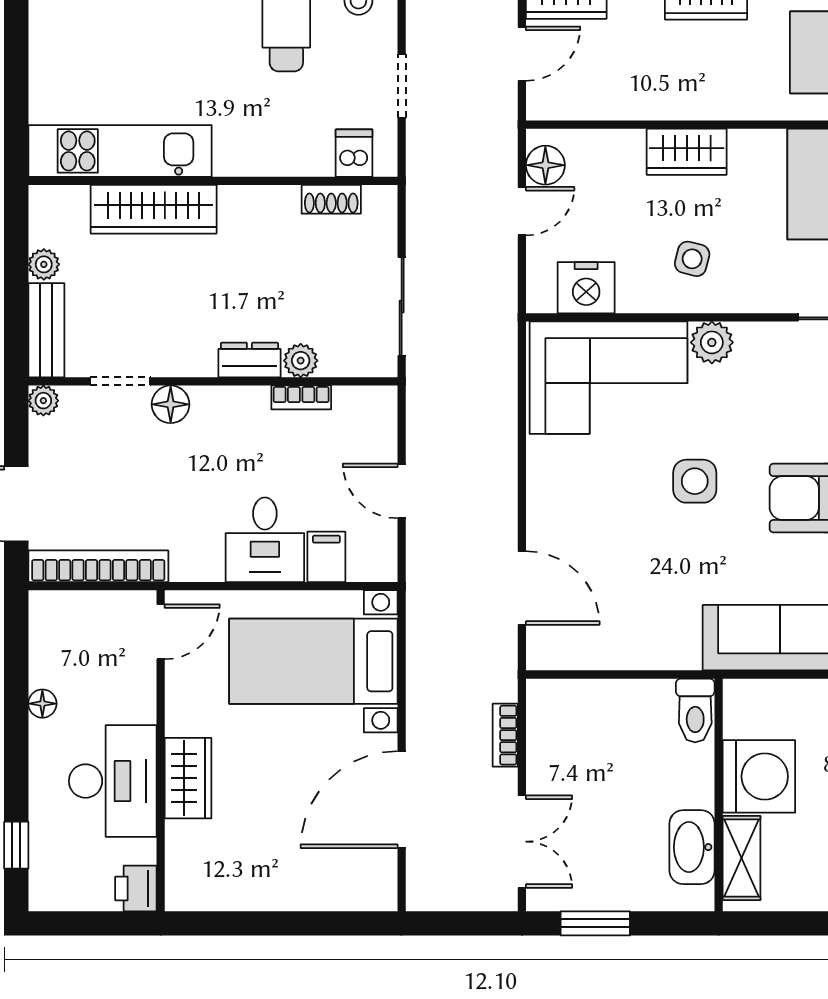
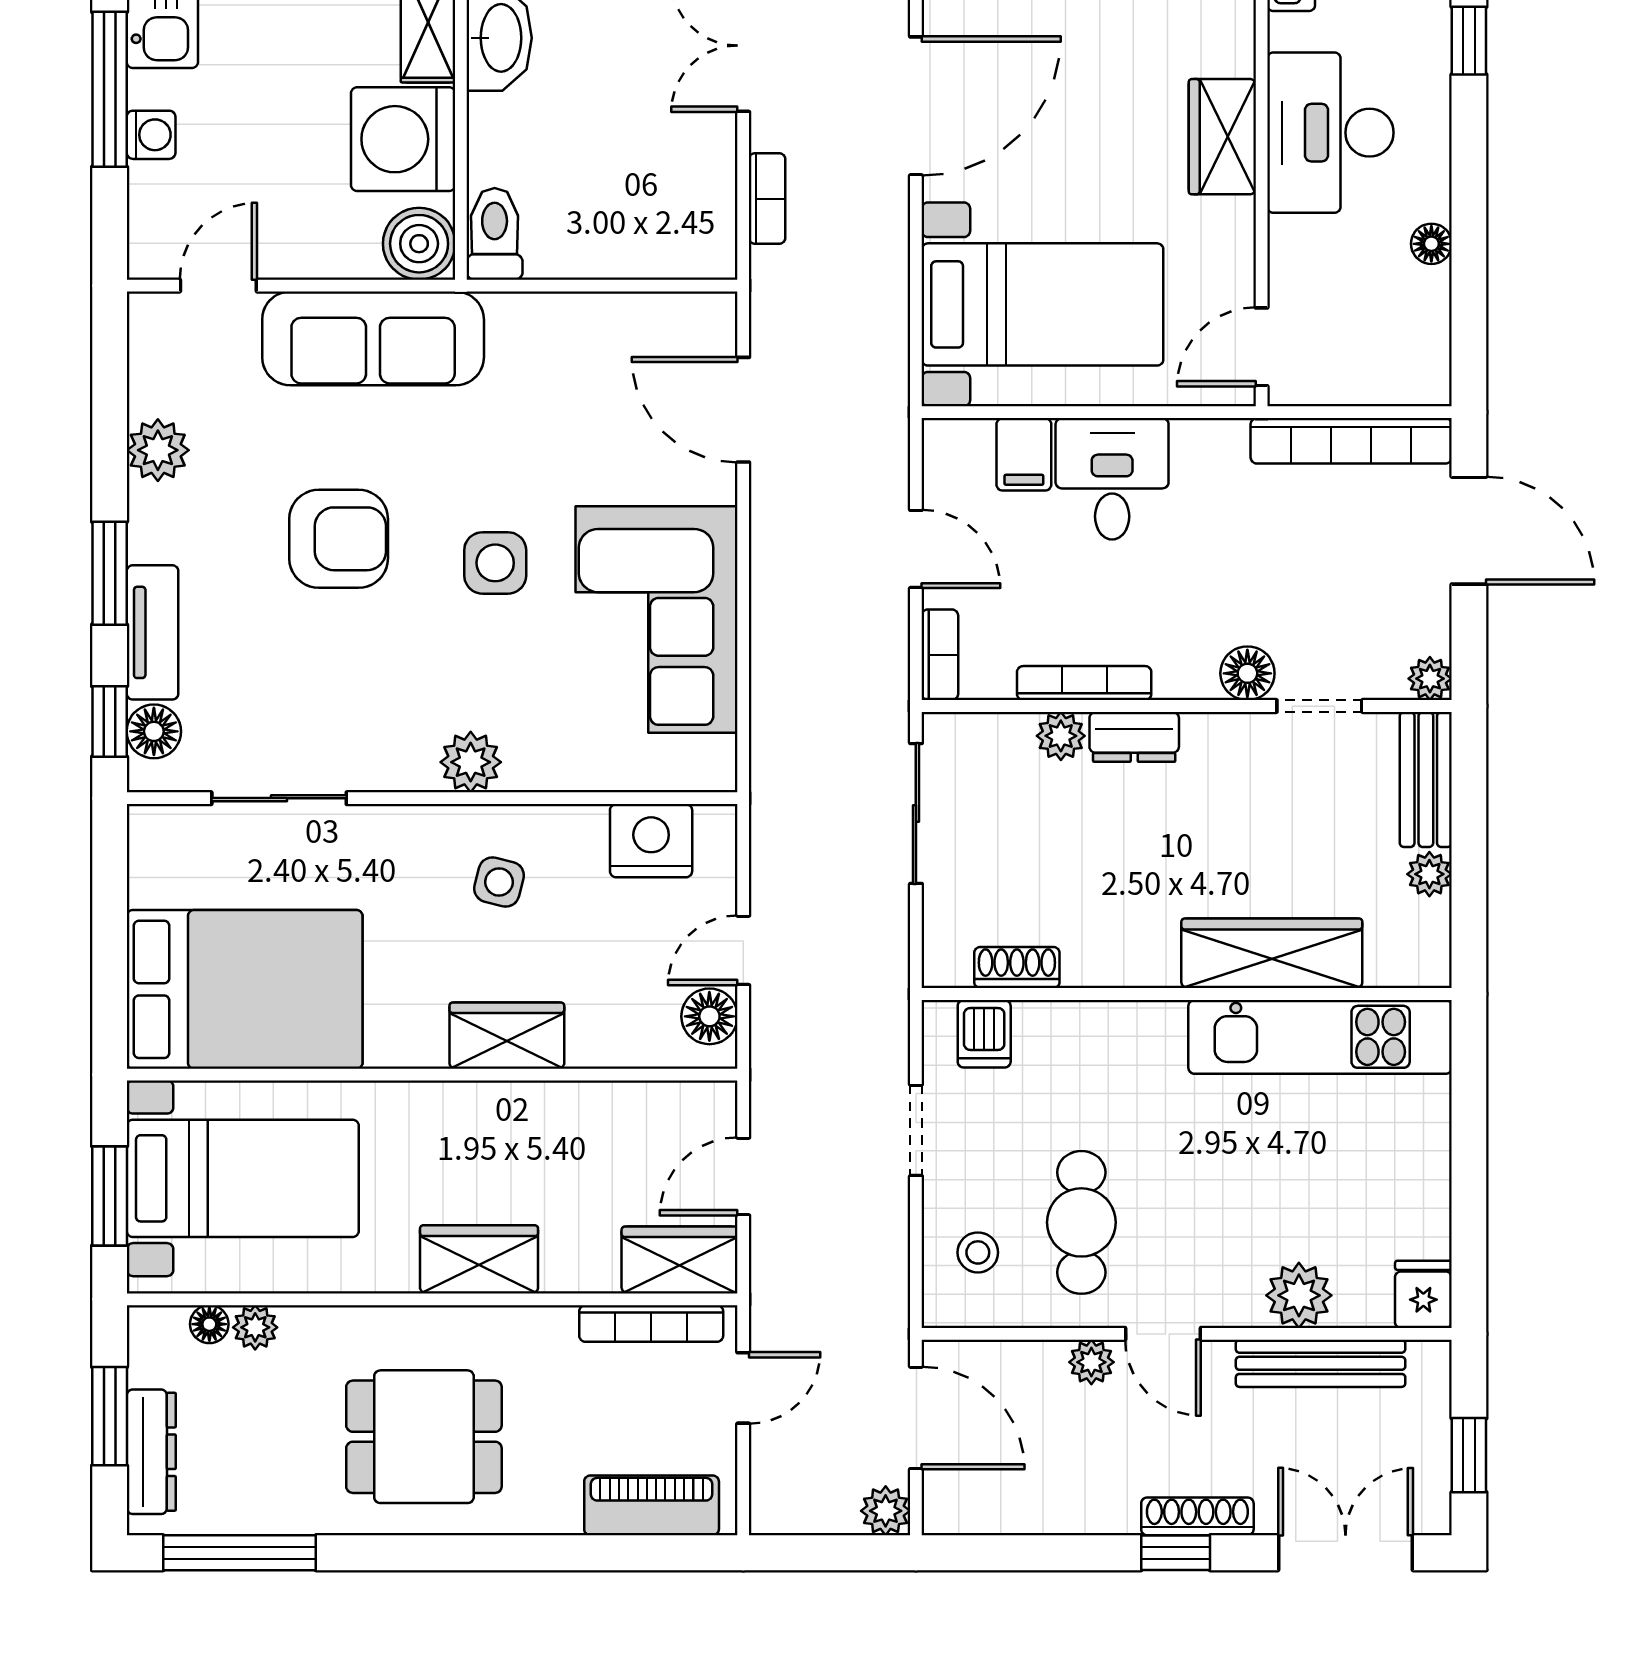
corner sofa: (609, 378) -> (657, 619), moved, turned -90
bookcase: (301, 397) -> (1084, 683), width x1.56
bookcase: (385, 417) -> (940, 655), added
boiler: (748, 704) -> (419, 244), added

